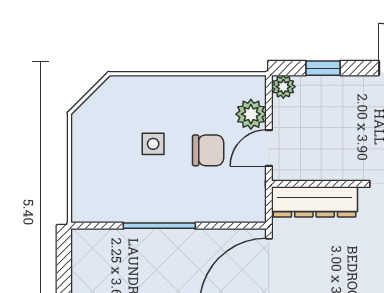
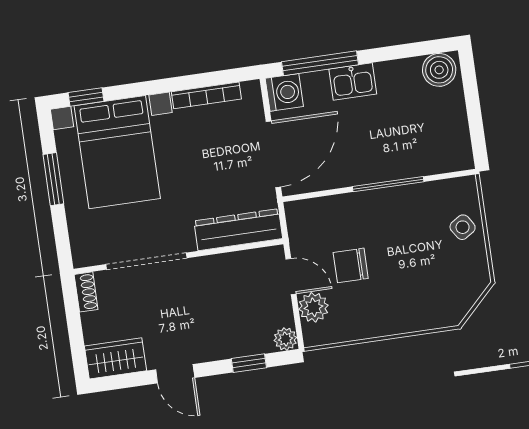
side table: (153, 144) -> (463, 227), moved, turned -33
door: (269, 148) -> (291, 276), hinge flipped

